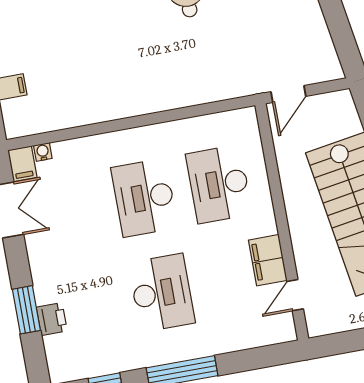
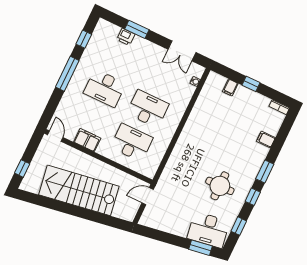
door: (288, 94) -> (148, 196), hinge flipped
filing cabinet: (22, 164) -> (196, 70), removed
door: (295, 295) -> (55, 136), moved

